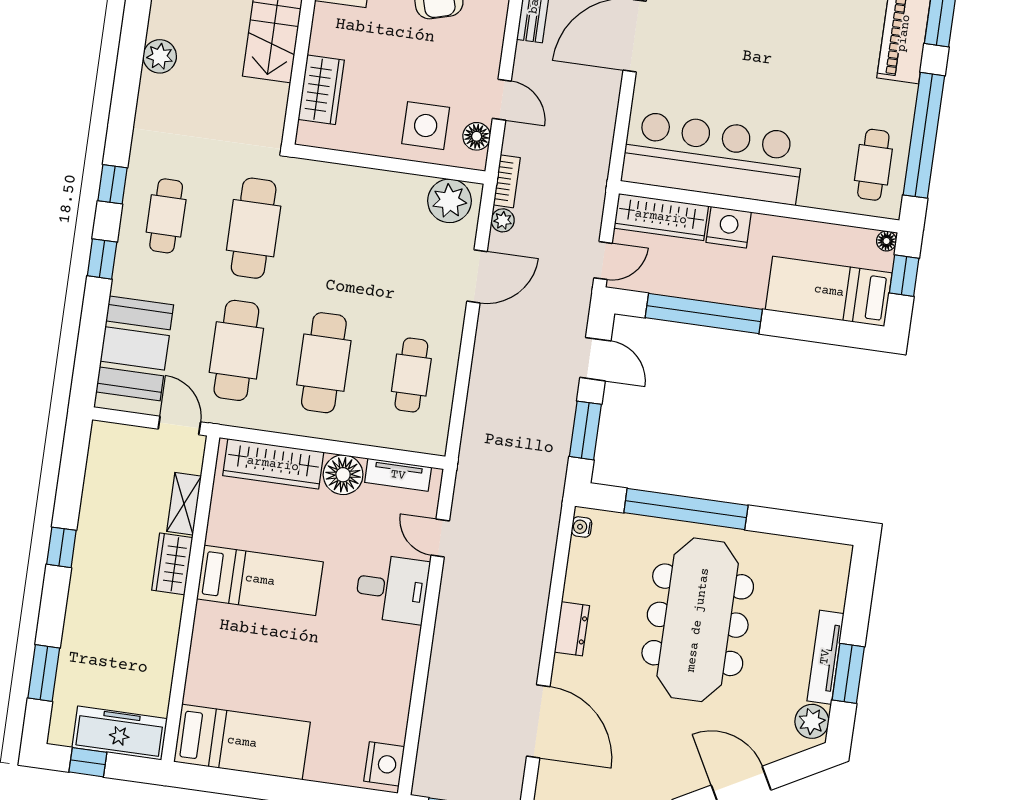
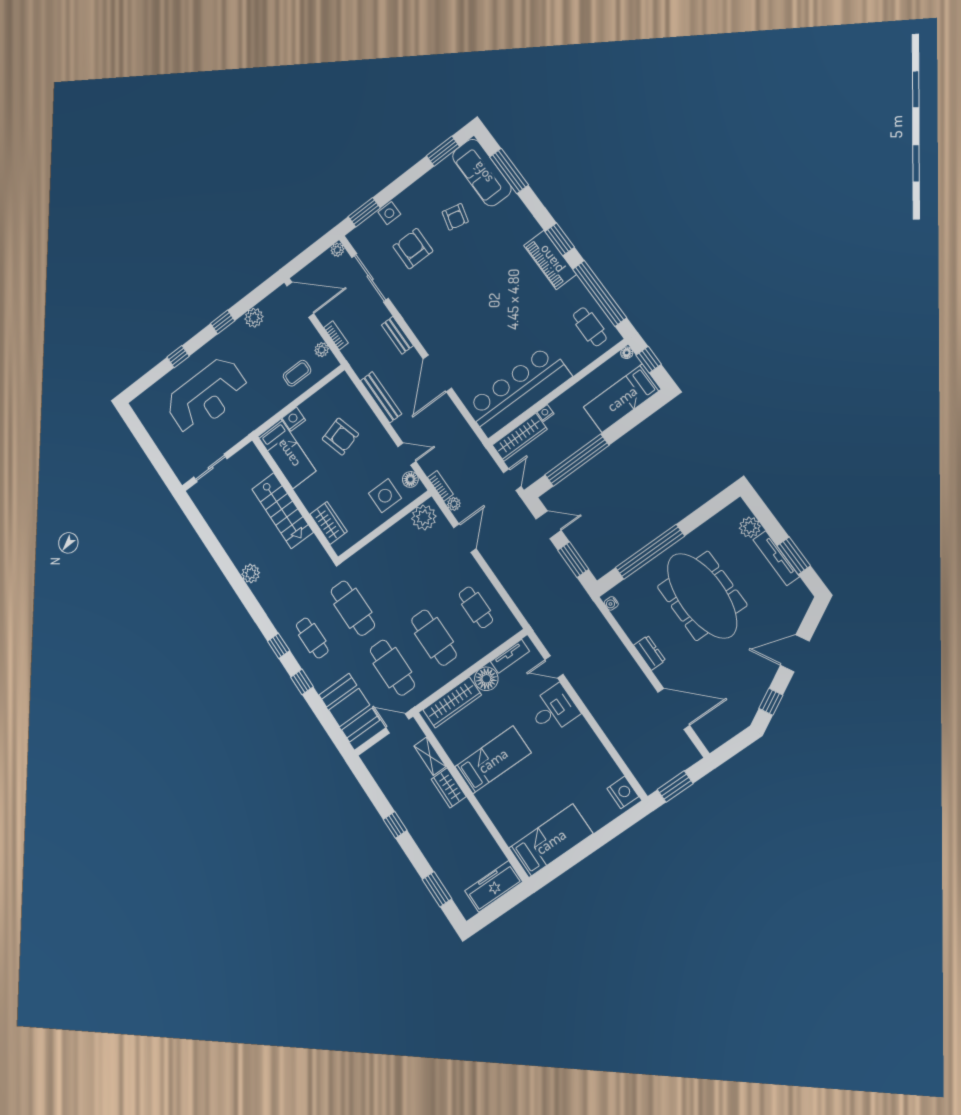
nightstand: (729, 227) -> (545, 413), width x0.53, depth x0.56
plant: (812, 721) -> (750, 527), moved
window: (88, 762) -> (492, 913), removed

